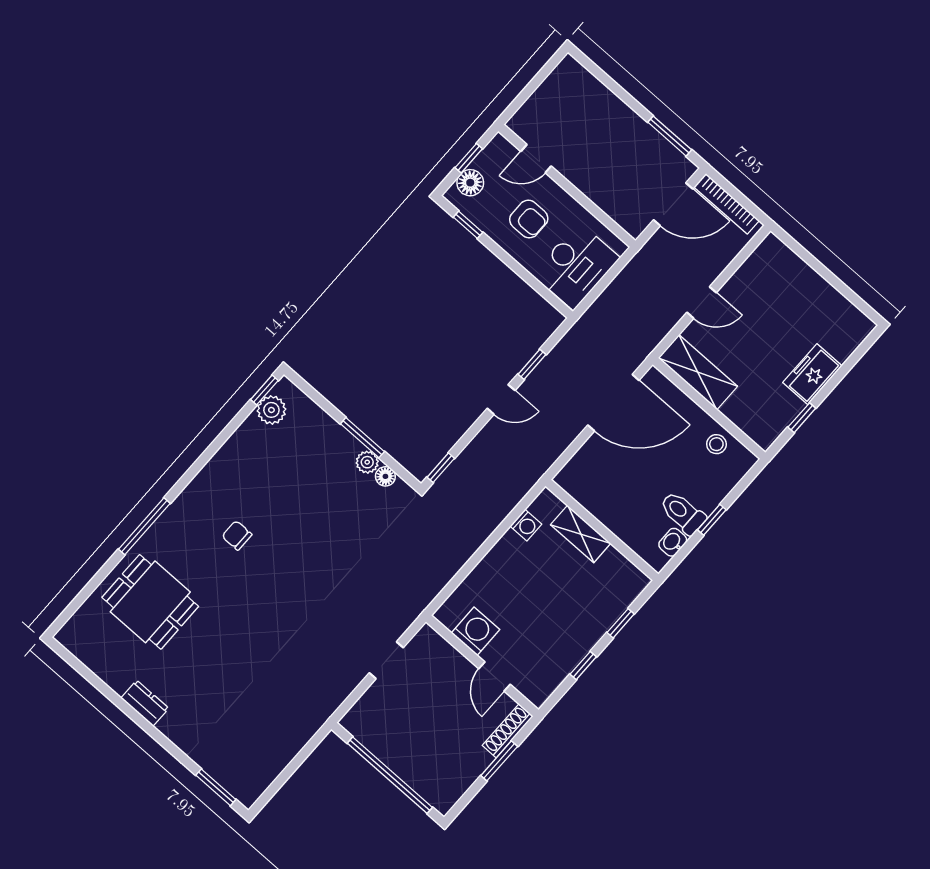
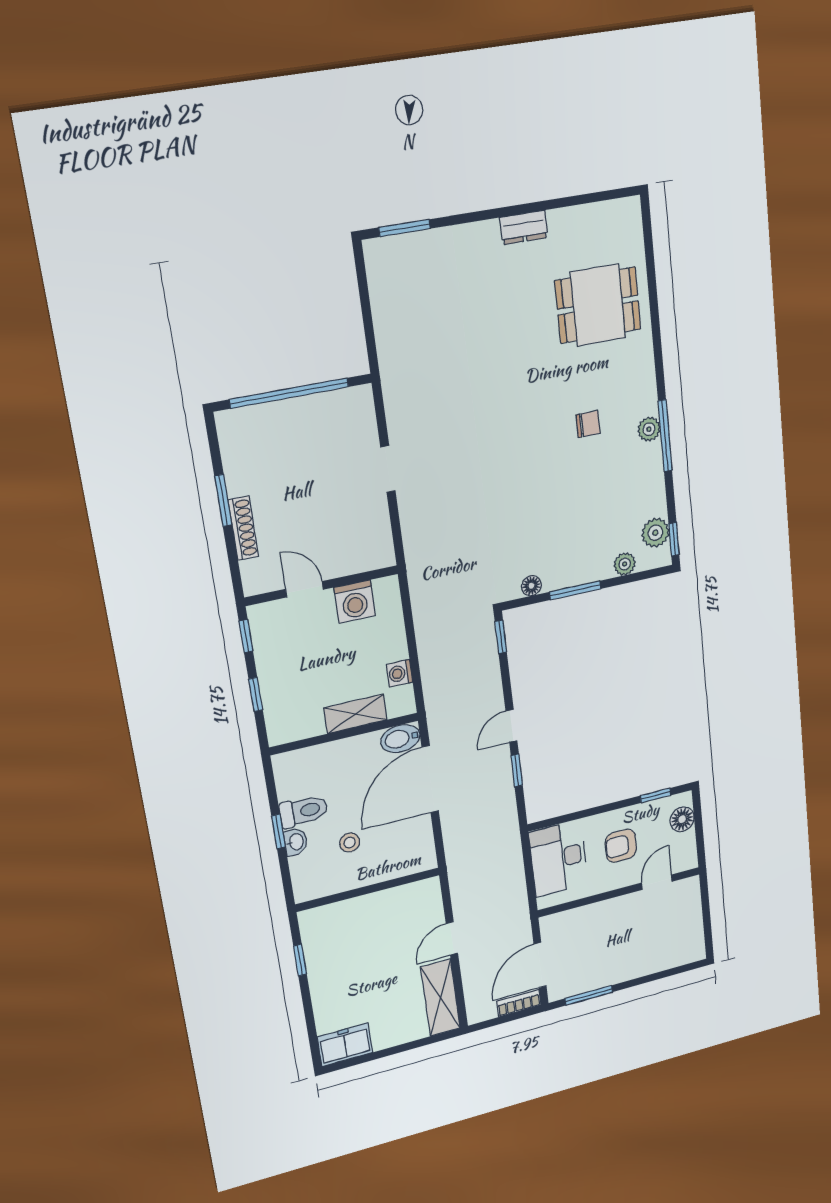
window: (469, 158) -> (699, 831), removed
bookcase: (727, 204) -> (519, 1003), width x0.64
shelving: (698, 372) -> (441, 998), moved, turned 90
freezer: (812, 374) -> (345, 1045), moved, turned -90
door: (613, 403) -> (430, 779), moved
stool: (716, 444) -> (350, 843), moved
plant: (367, 462) -> (625, 564), moved
bidet: (574, 482) -> (400, 739), added
plant: (203, 484) -> (649, 429), added
window: (144, 526) -> (665, 436), moved
washbasin: (673, 542) -> (296, 842), moved
washing machine: (475, 631) -> (355, 602), moved
wall: (482, 666) -> (322, 586), moved
door: (494, 677) -> (304, 589), moved

